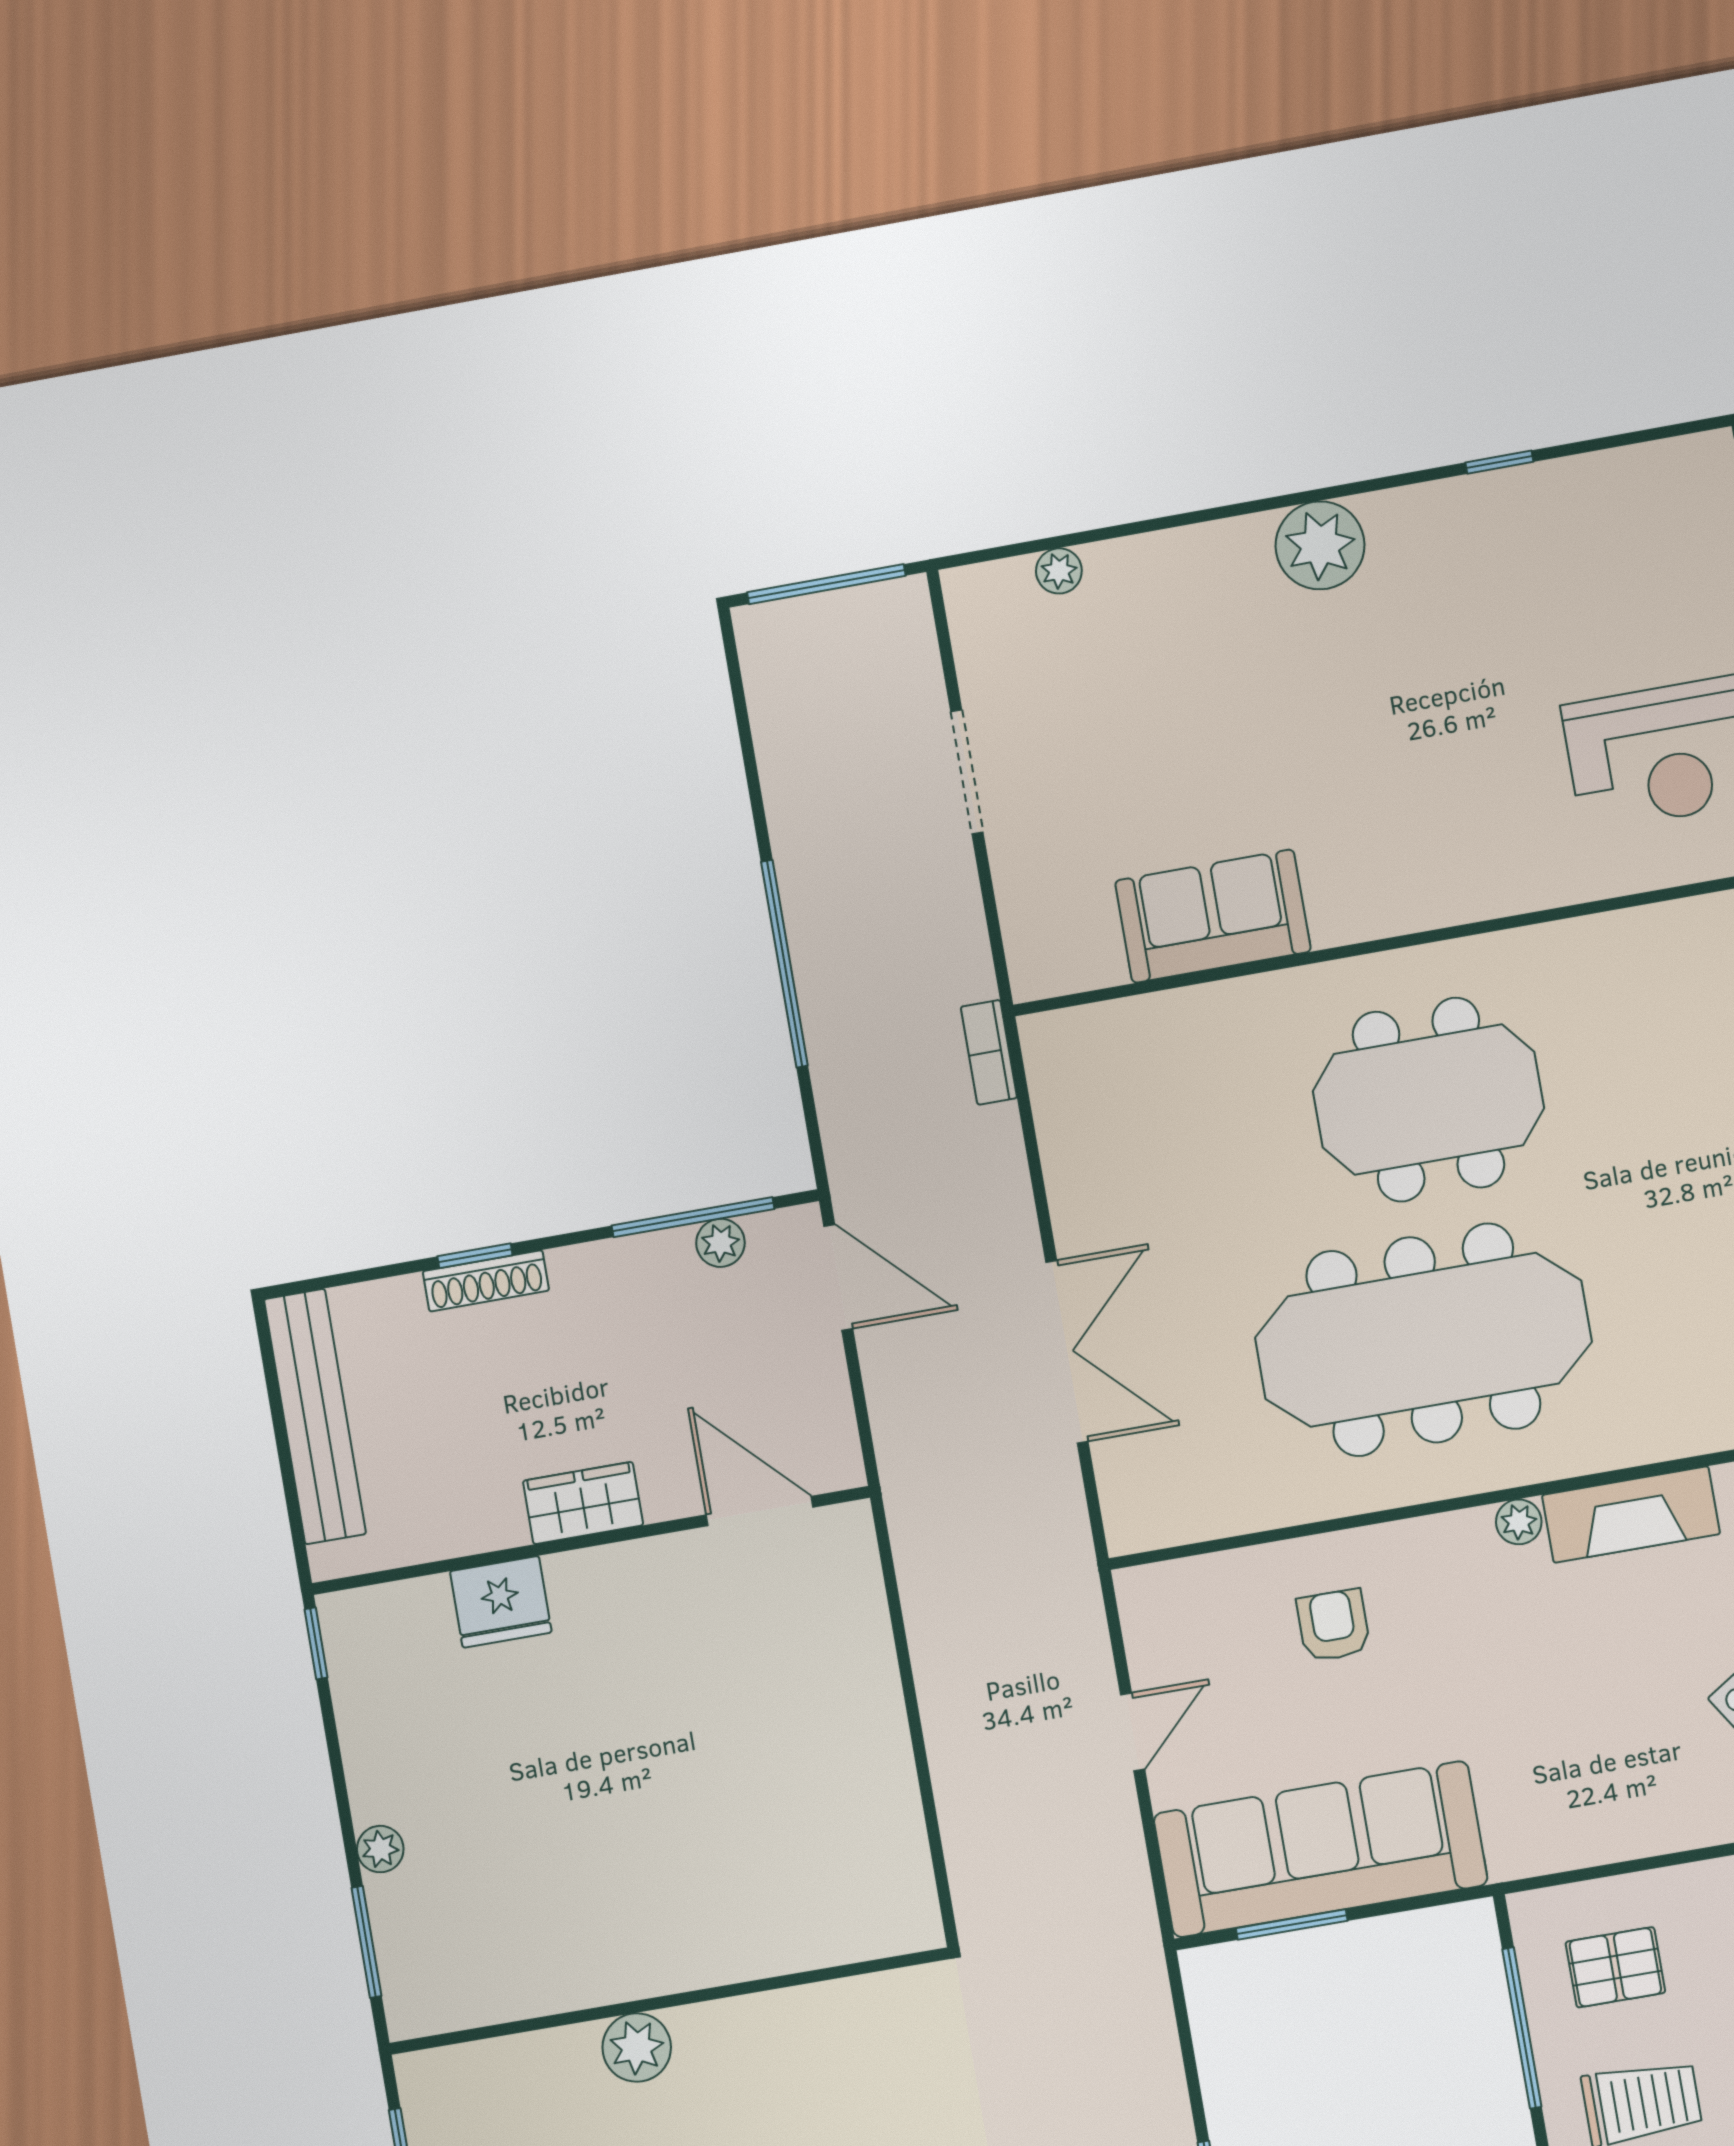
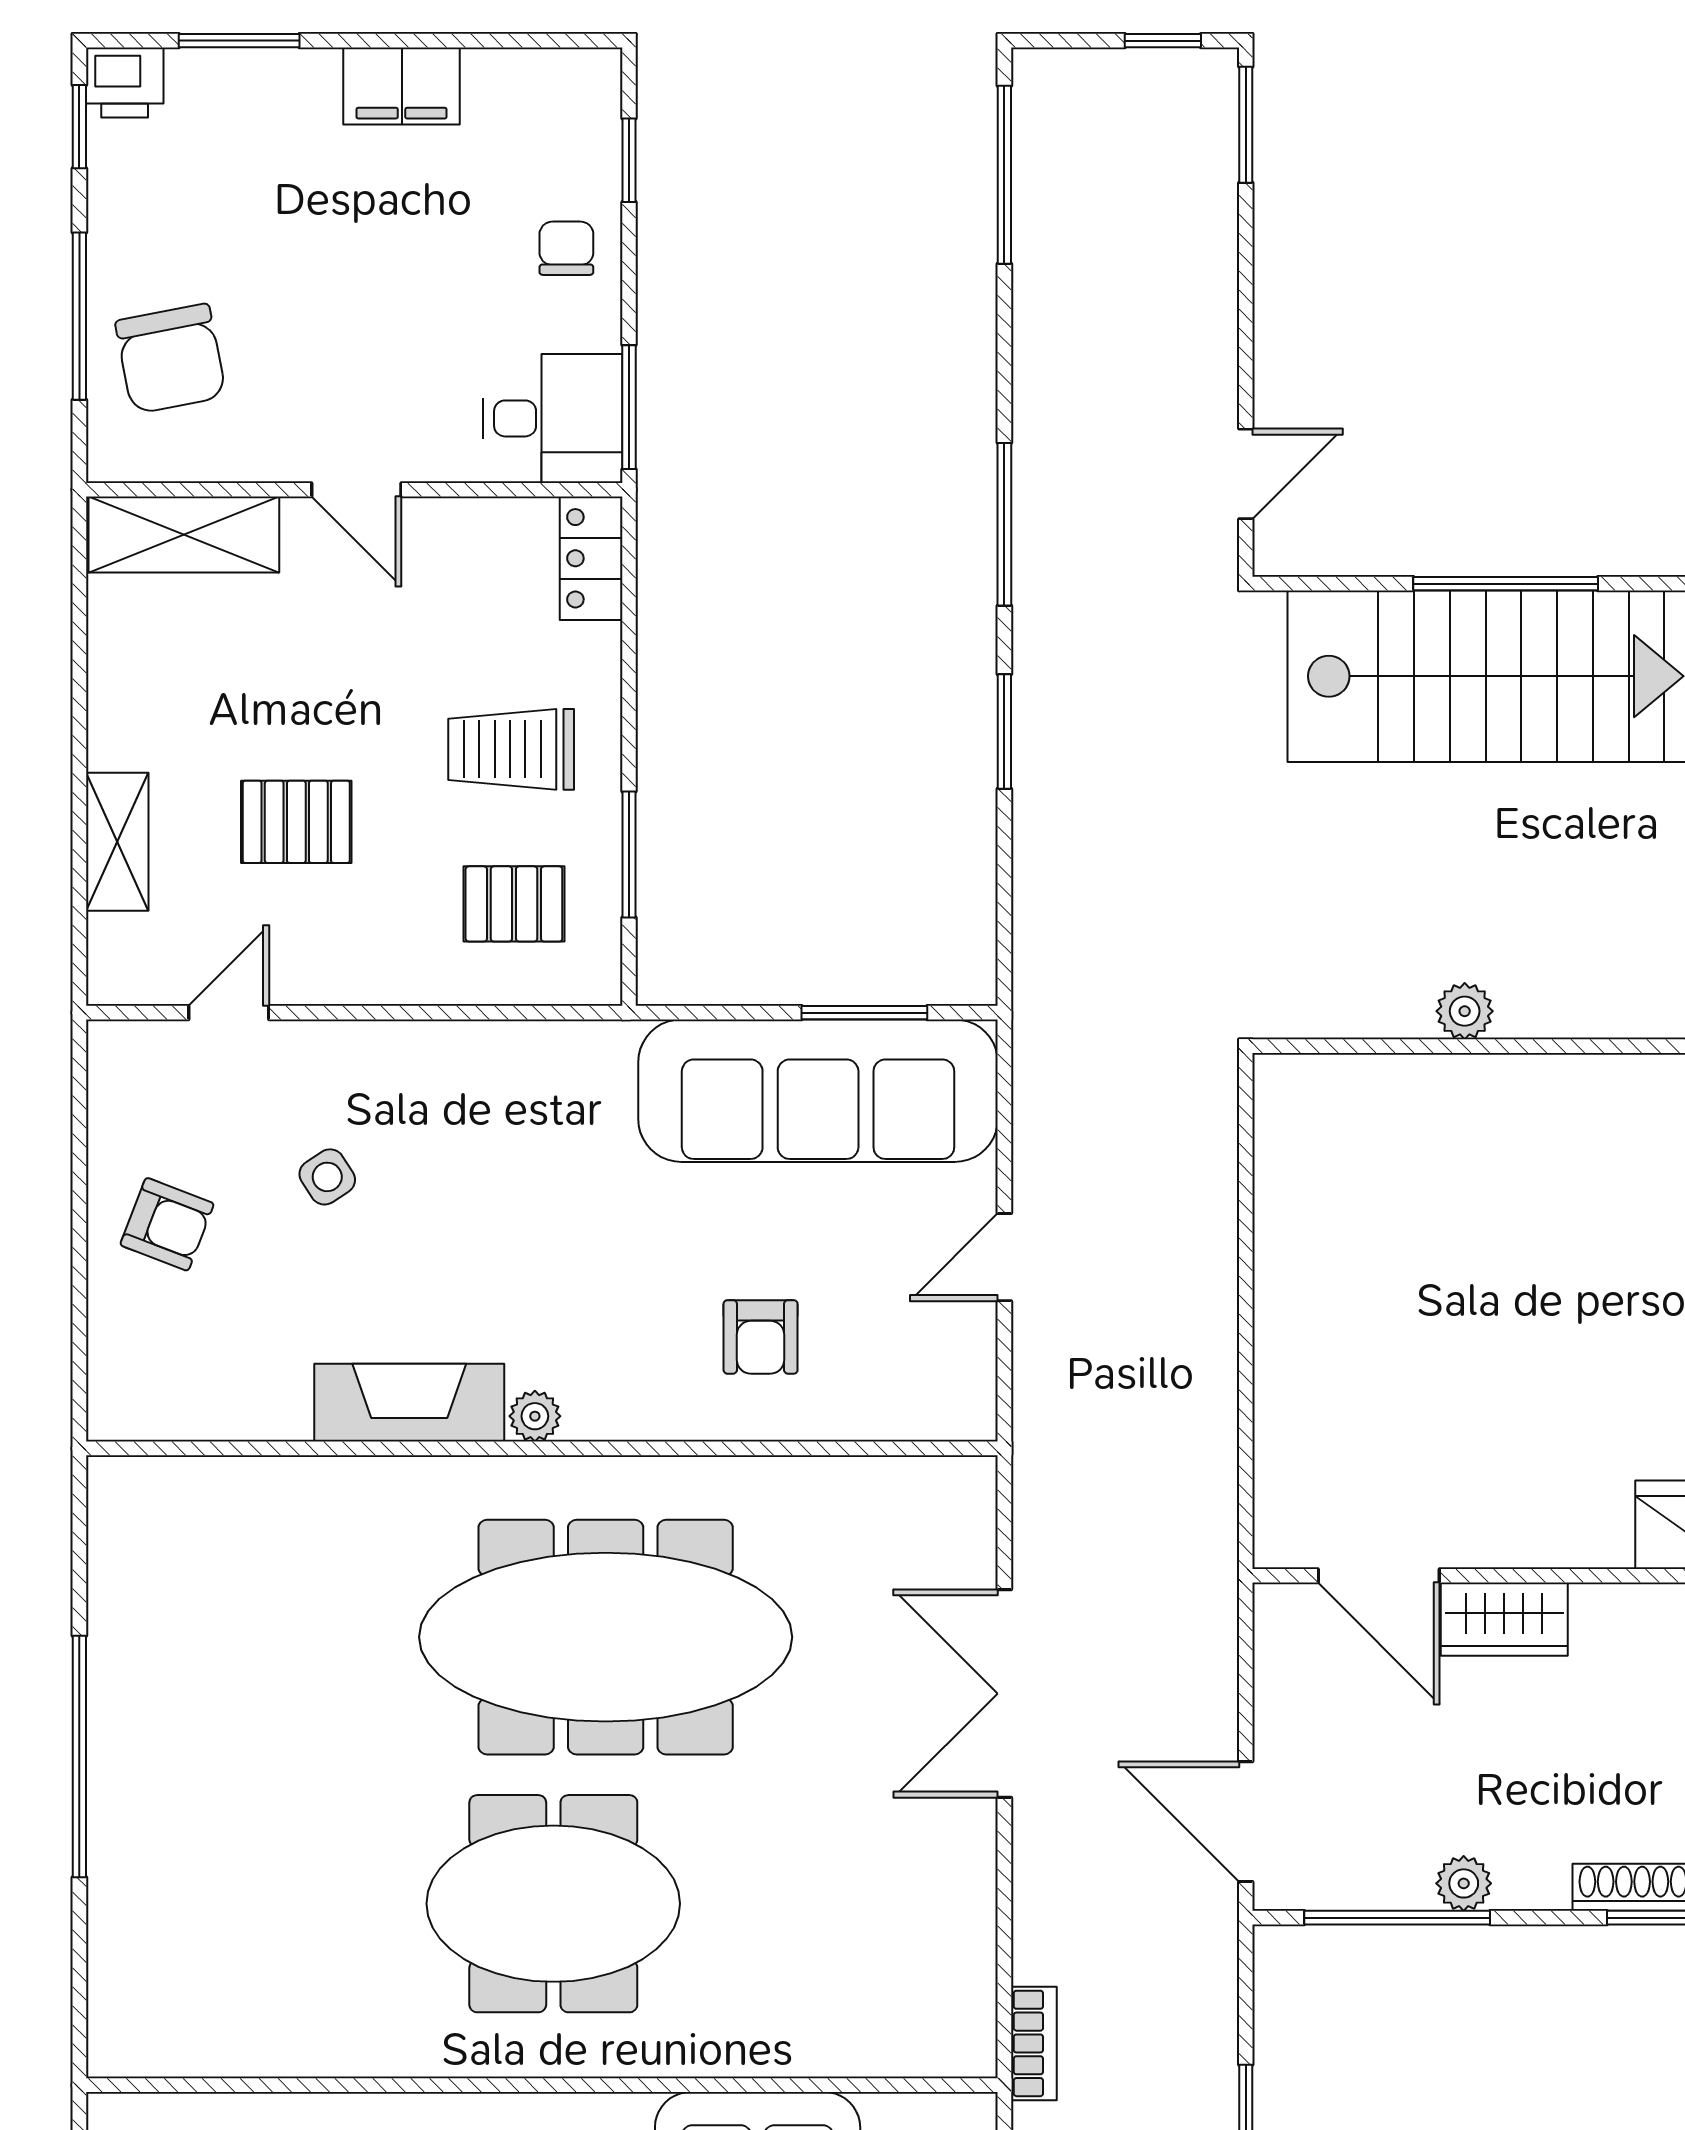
plant: (720, 1243) -> (1464, 1883), moved
wardrobe: (583, 1503) -> (1504, 1619), moved
window: (1522, 2028) -> (629, 854), width x0.69
plant: (637, 2048) -> (1465, 1011), moved, width x0.73, depth x0.73

